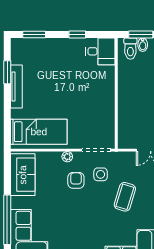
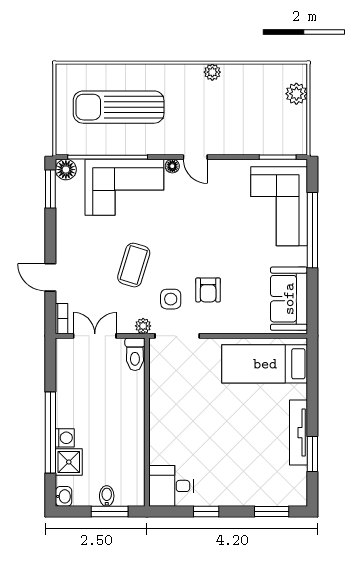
toilet: (130, 49) -> (135, 354), moved, turned 180
plant: (67, 157) -> (143, 326), moved

